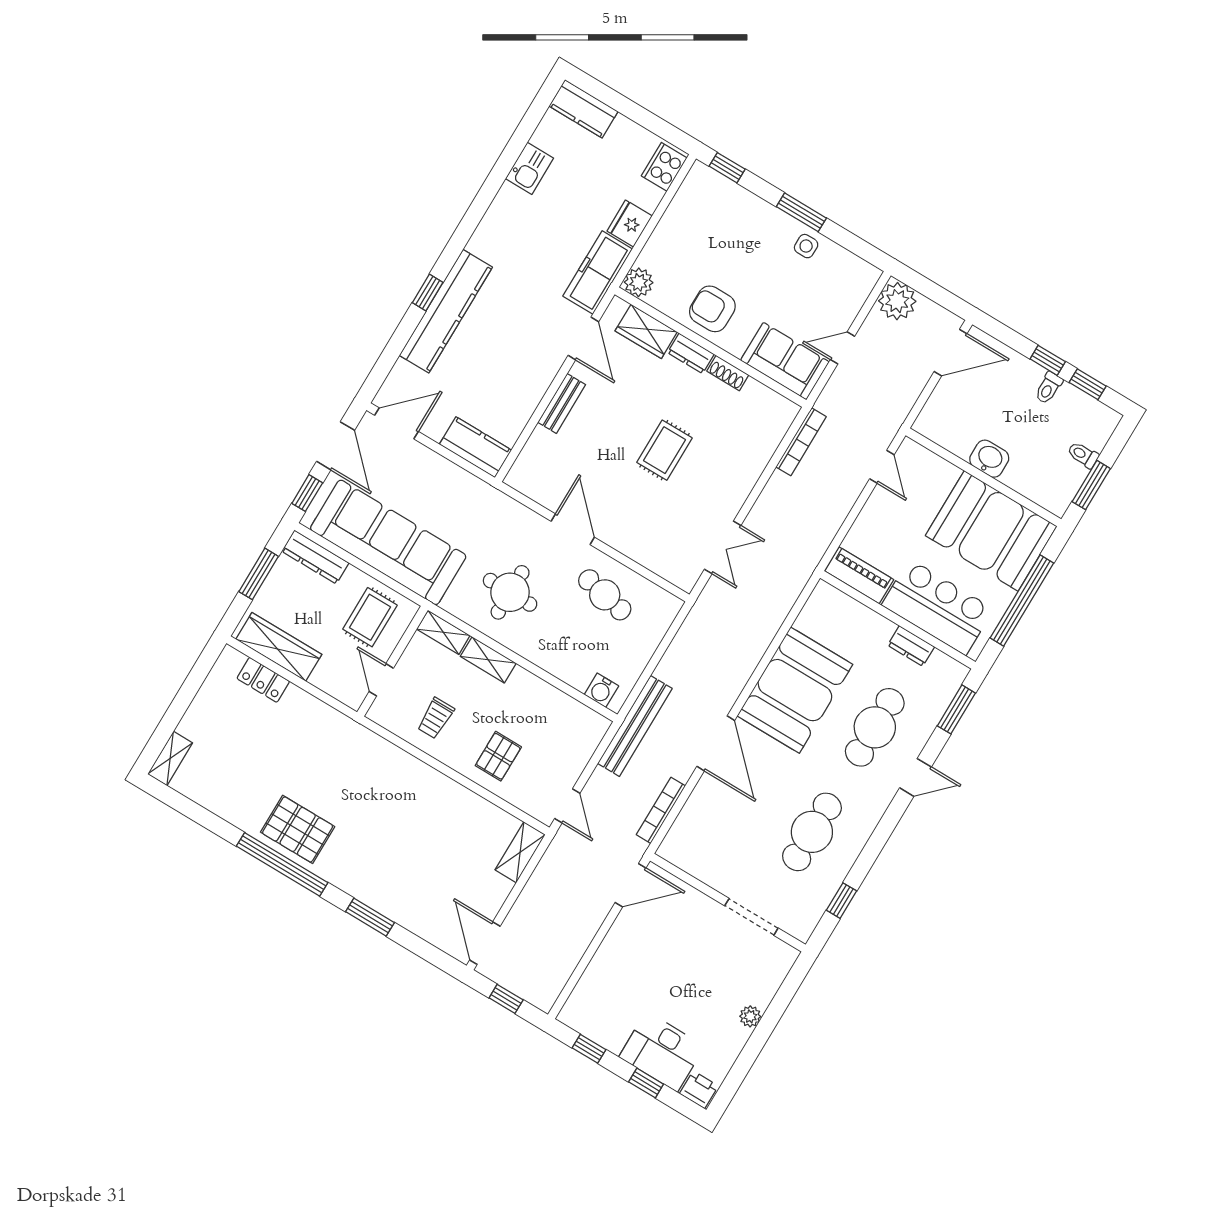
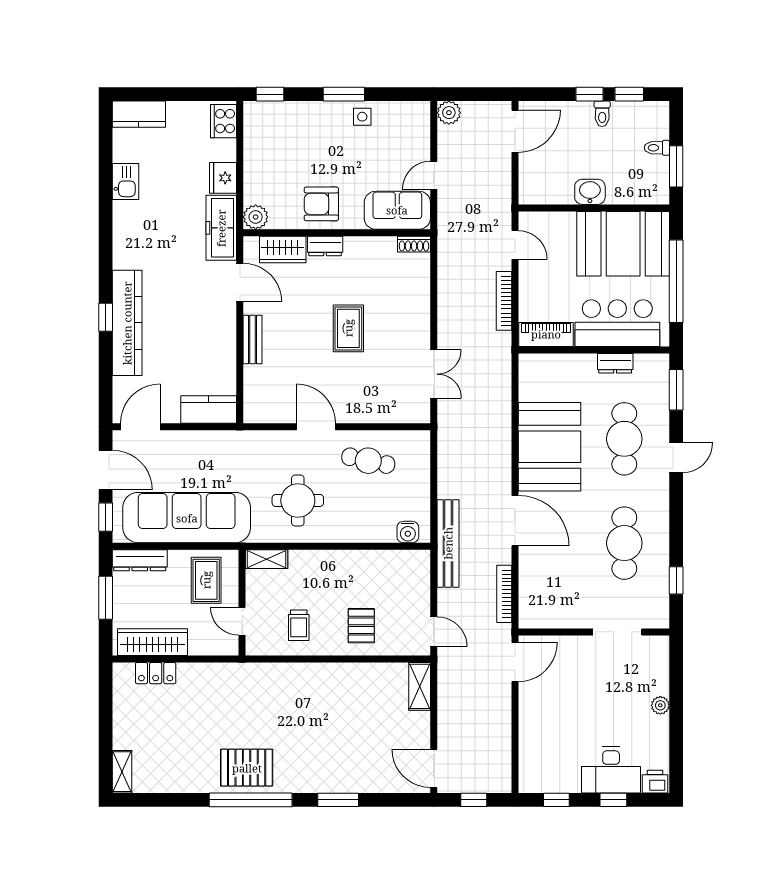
plant: (897, 301) -> (449, 113), width x0.73, depth x0.73
shoe rack: (728, 373) -> (414, 244), moved
bookcase: (801, 442) -> (504, 301), moved, turned 180
shelving: (488, 660) -> (312, 560), removed

